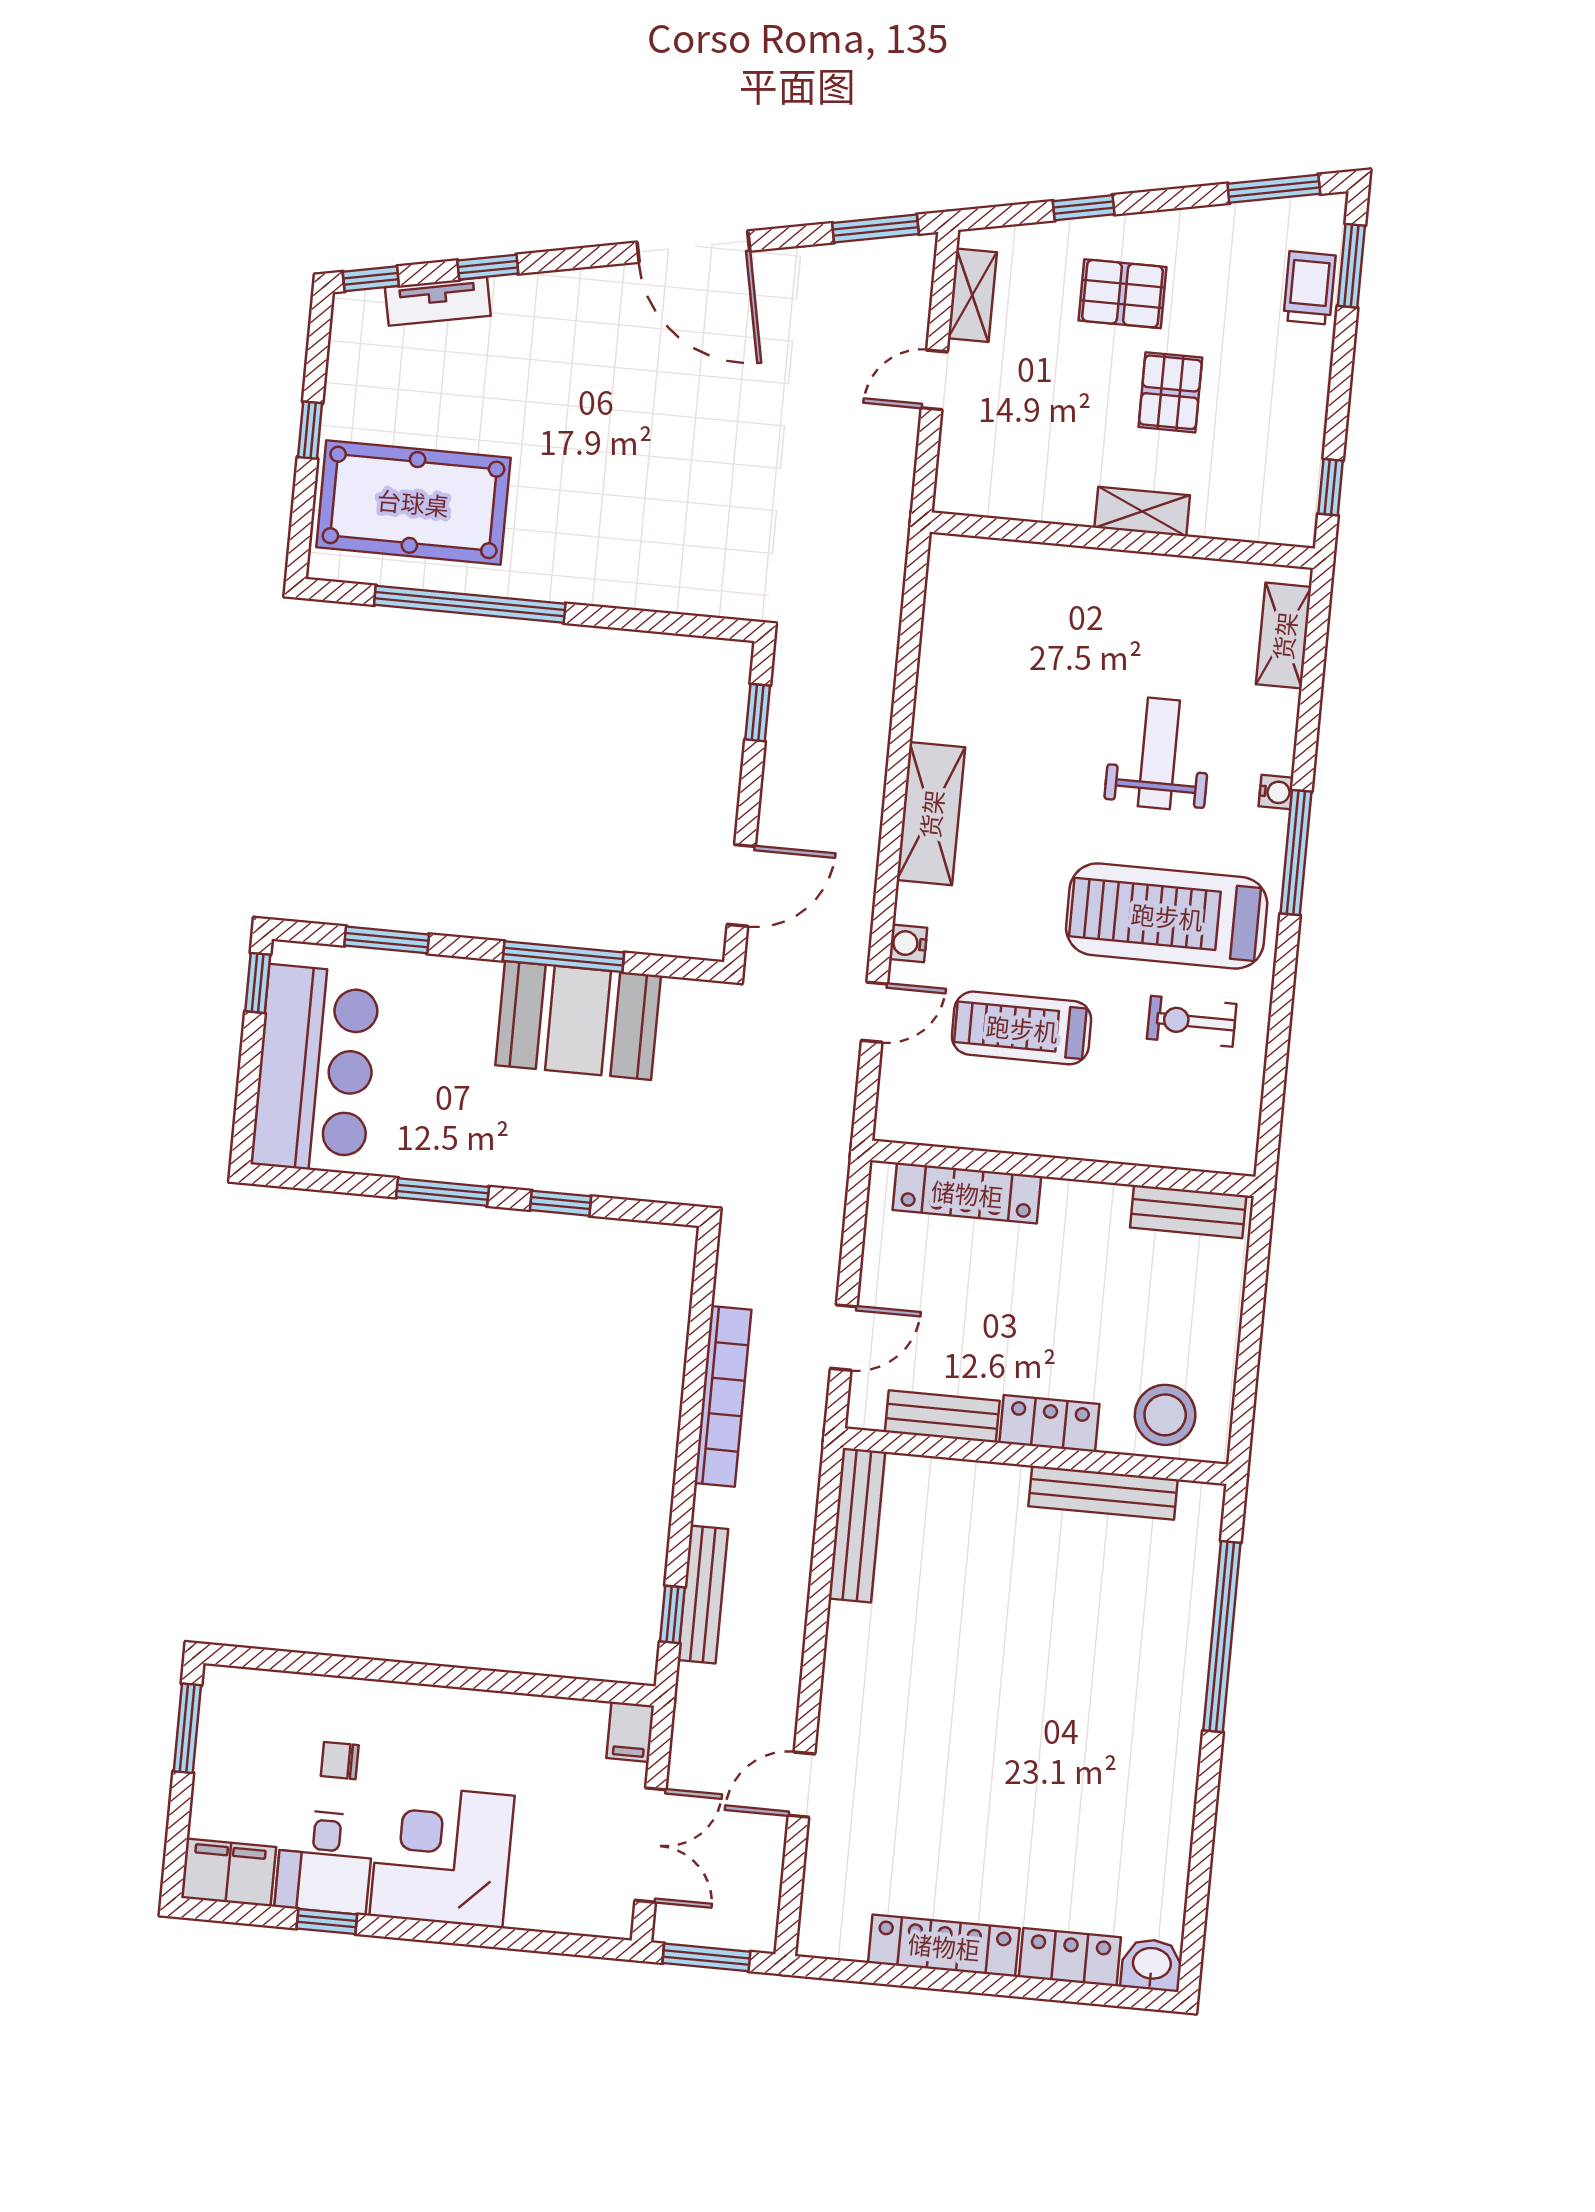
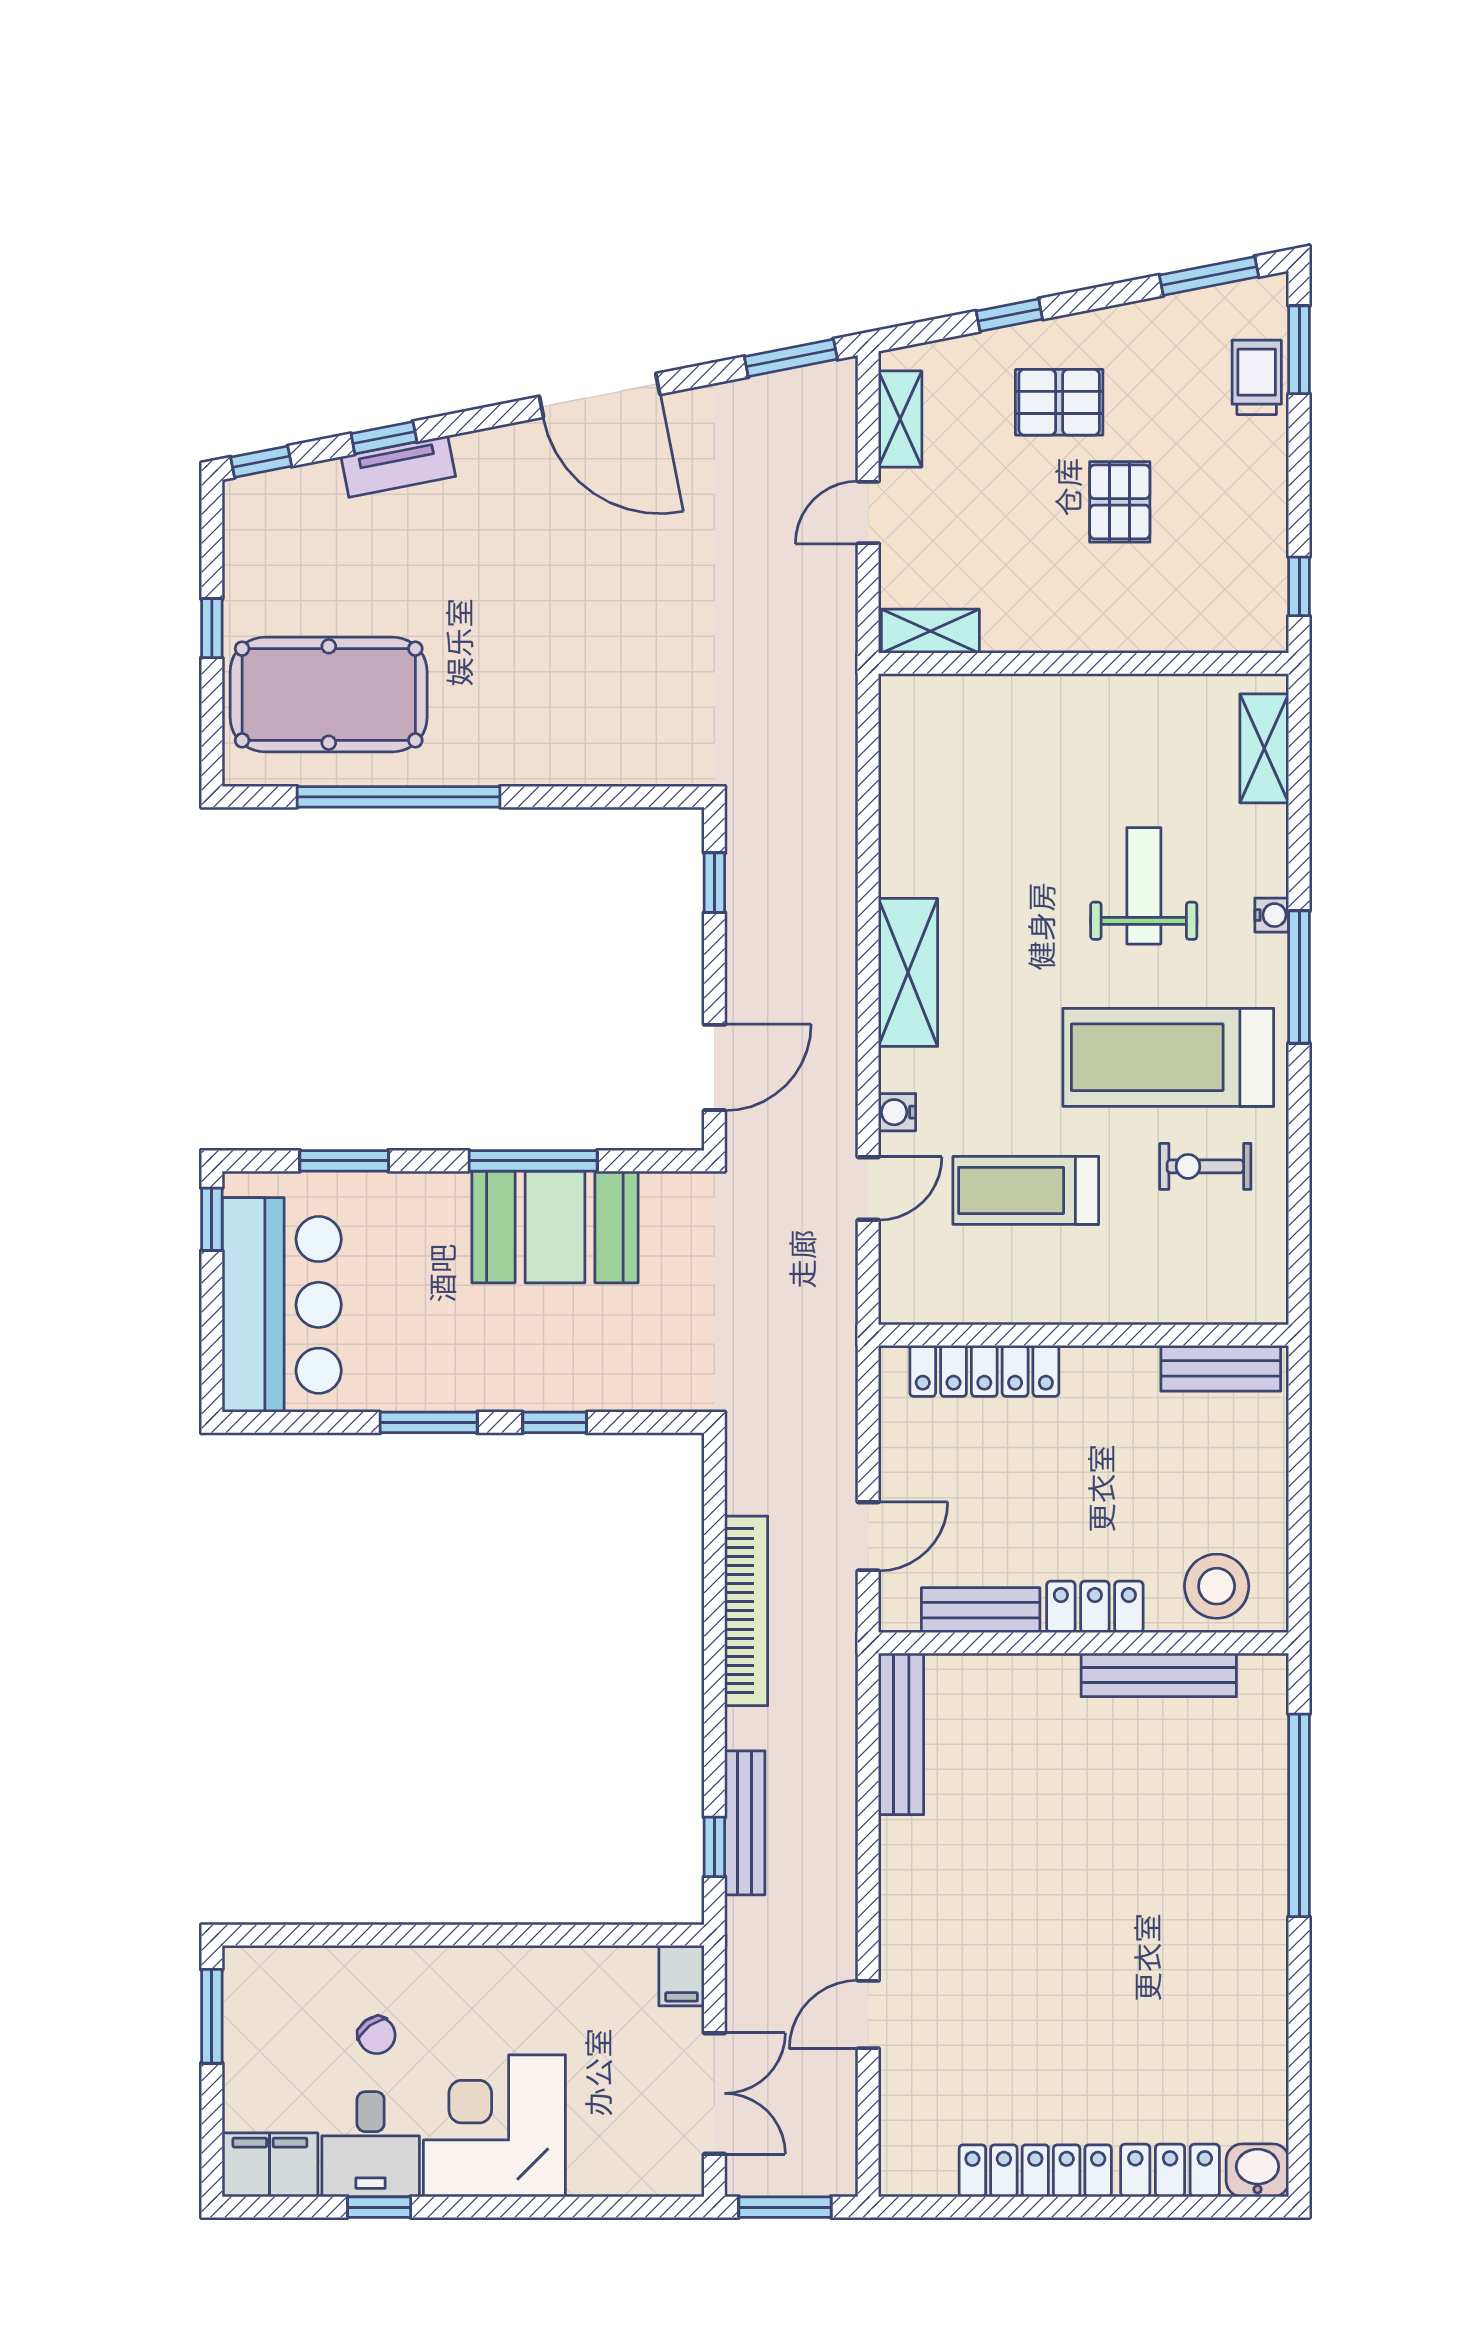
tv unit: (438, 301) -> (398, 466), moved
shelving: (1142, 512) -> (930, 631), moved
chair: (340, 1761) -> (377, 2035), turned -126

